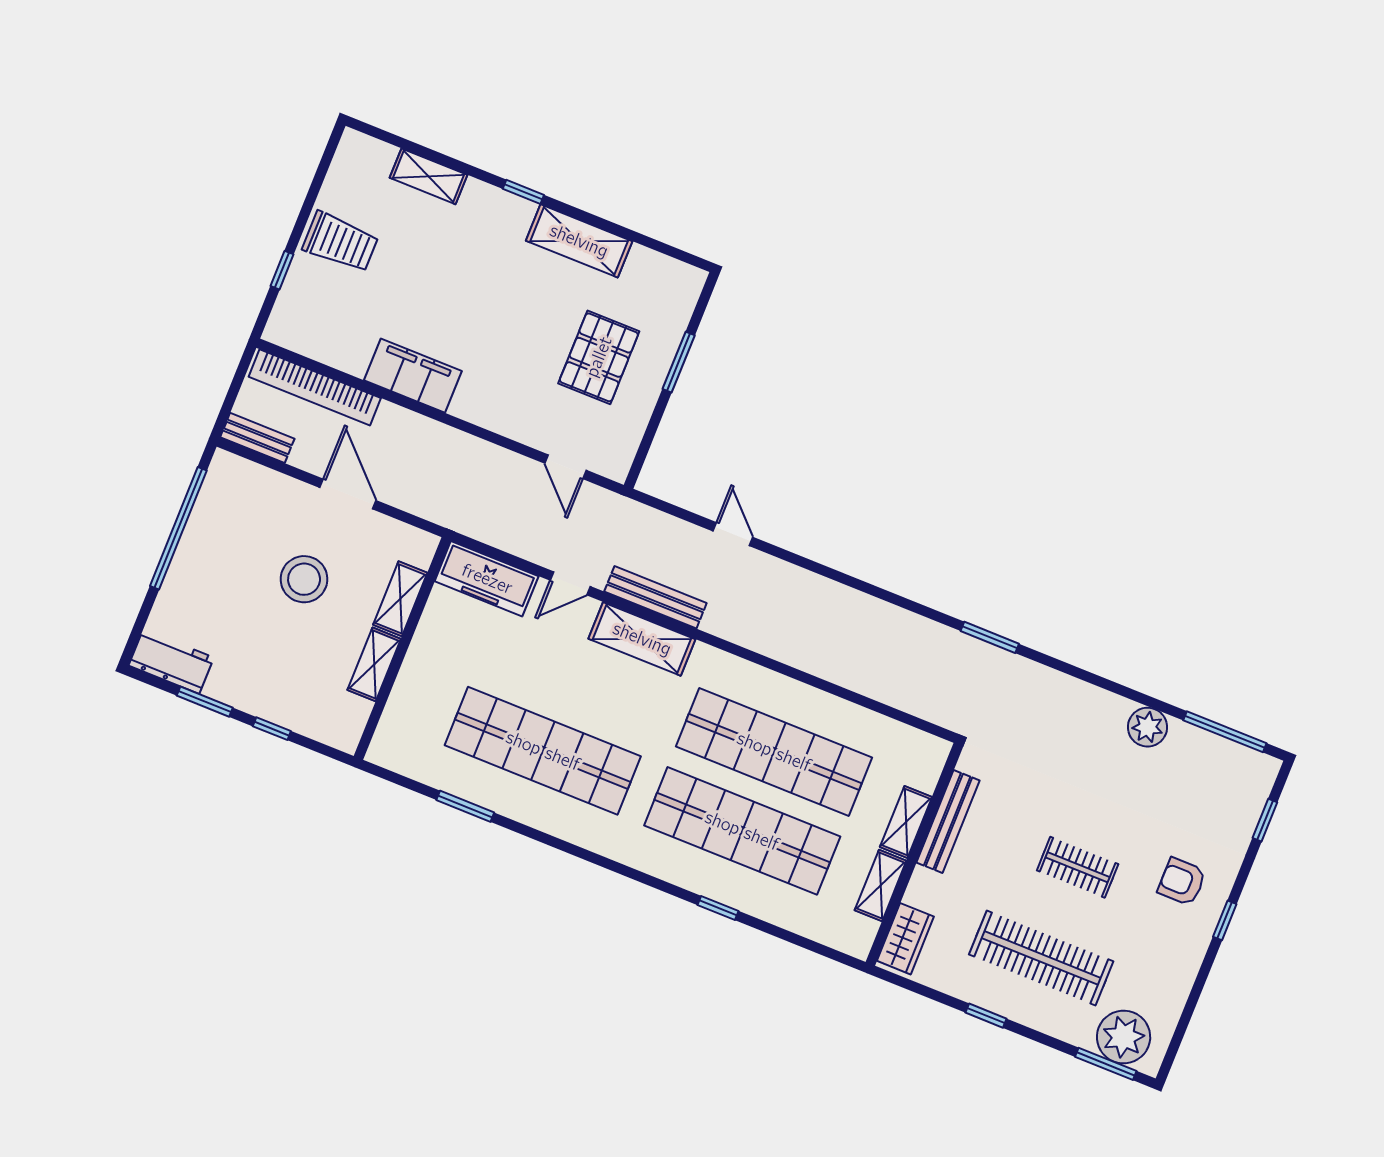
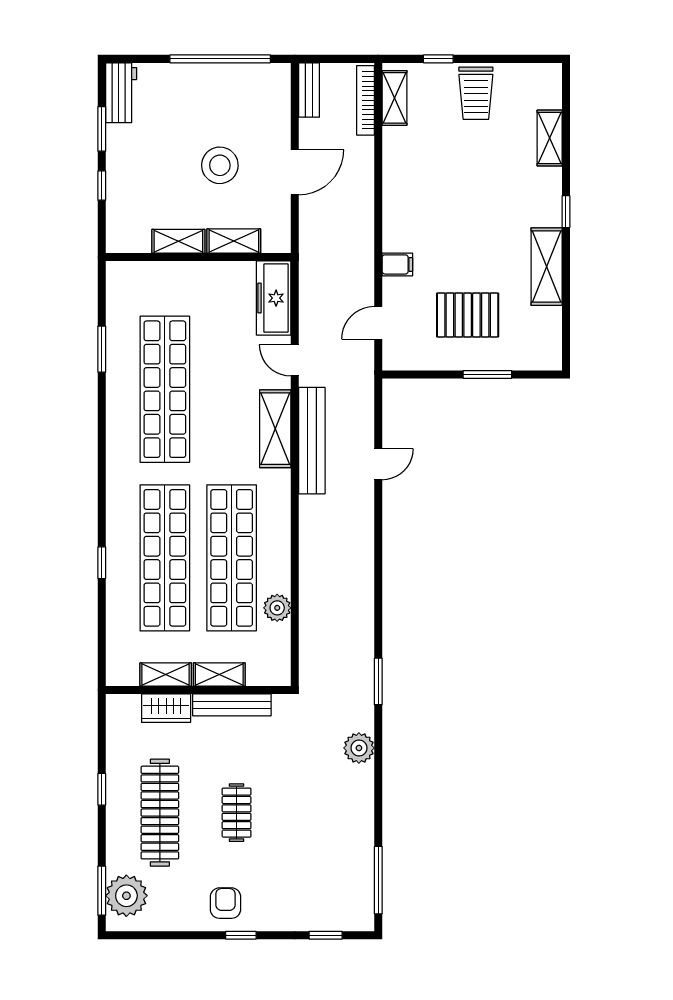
shelving: (307, 341) -> (394, 98), added
filing cabinet: (413, 376) -> (397, 264), moved, width x0.33, depth x0.86
bookcase: (315, 387) -> (365, 100), width x0.68, depth x0.76
bench: (655, 597) -> (312, 441), width x1.37, depth x1.21
plant: (855, 722) -> (277, 608), added
plant: (1147, 727) -> (359, 748), moved
armchair: (1182, 882) -> (225, 903), moved
wardrobe: (905, 939) -> (166, 708), moved

